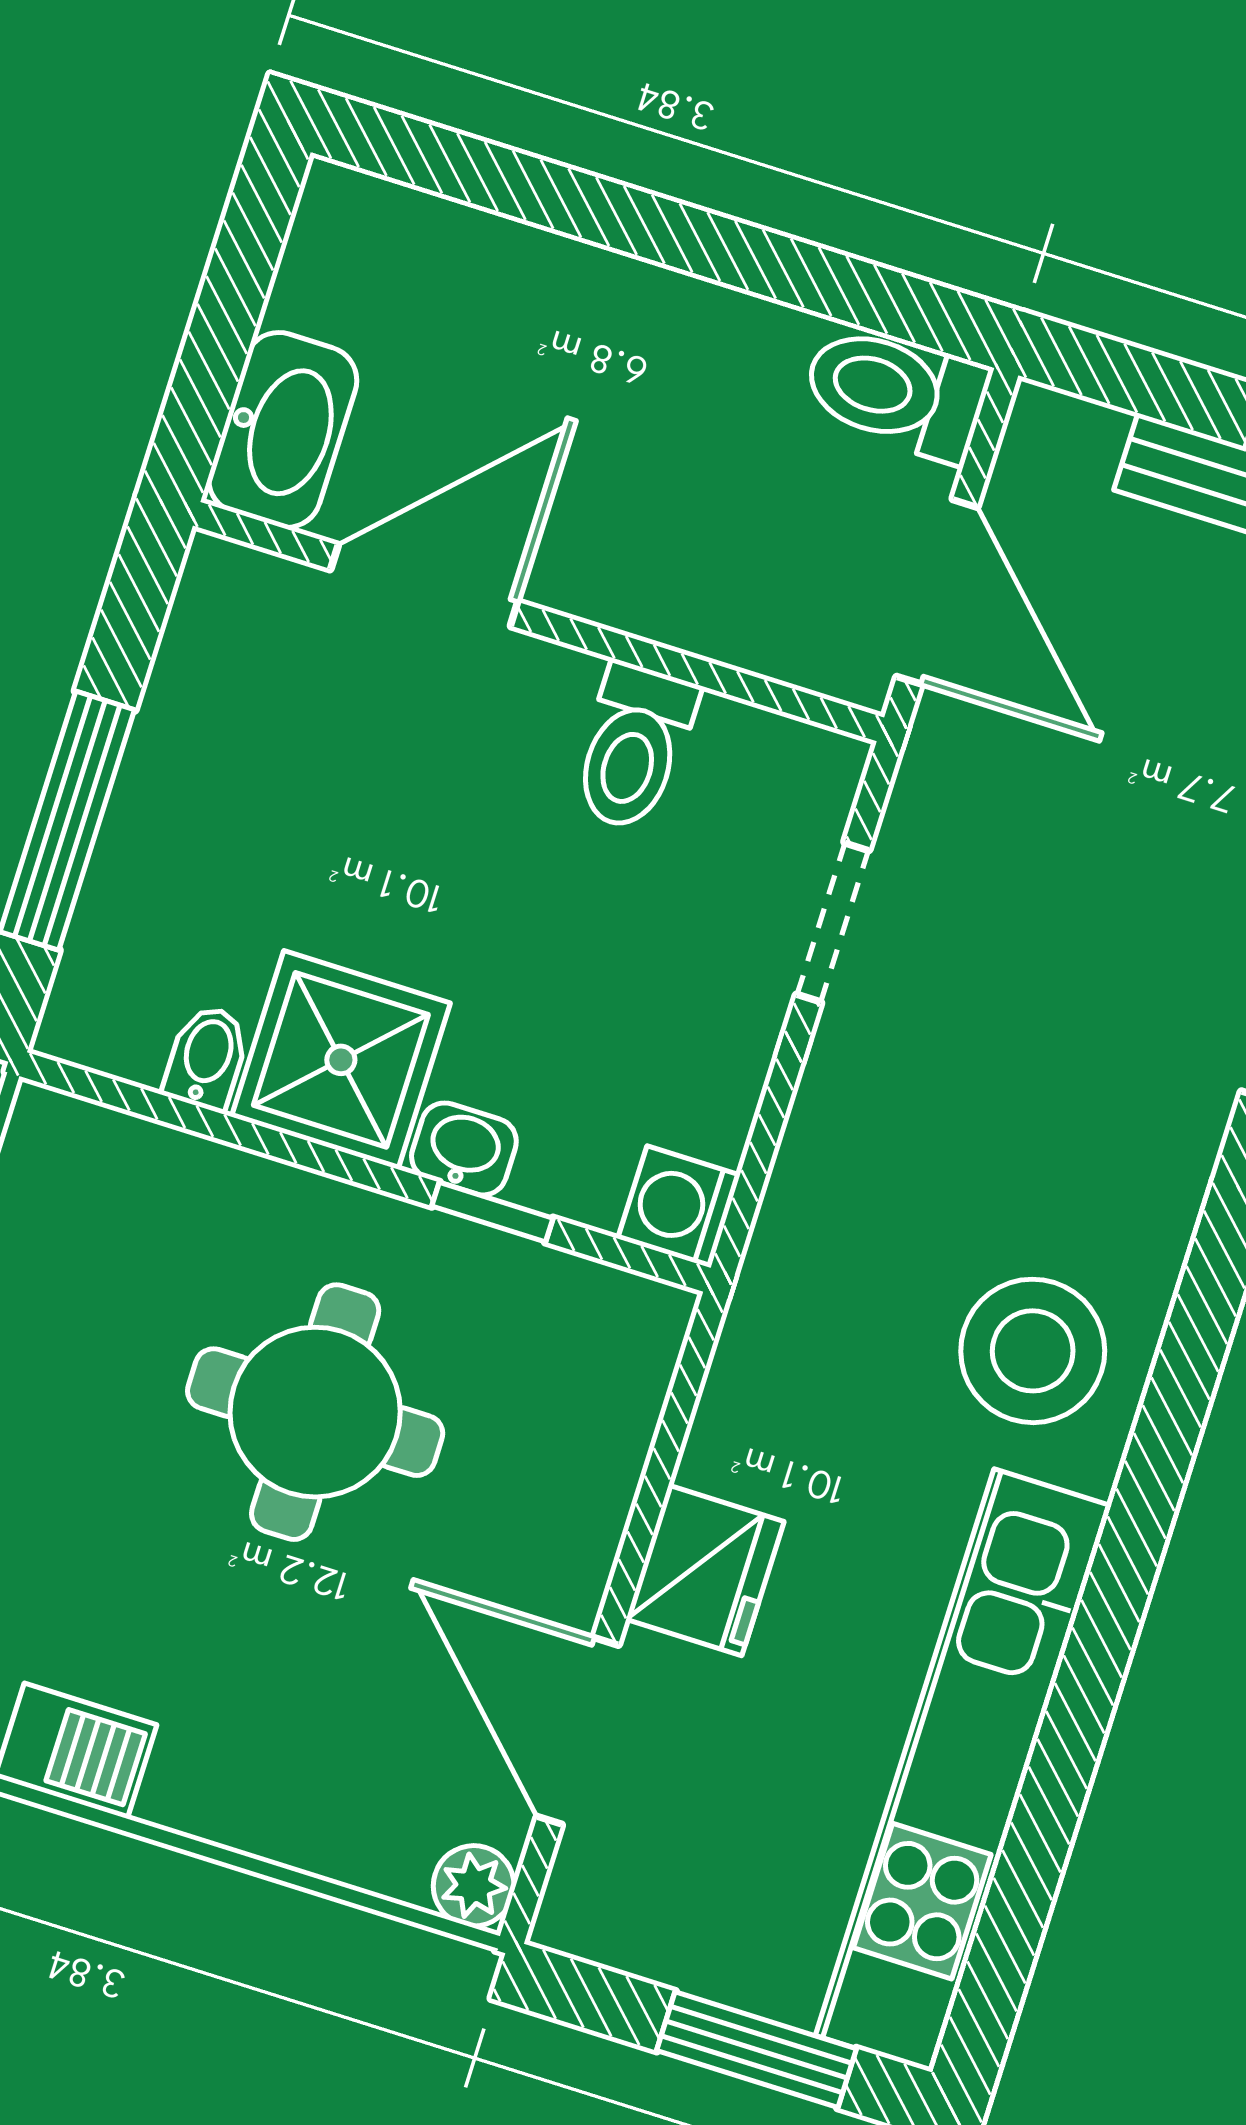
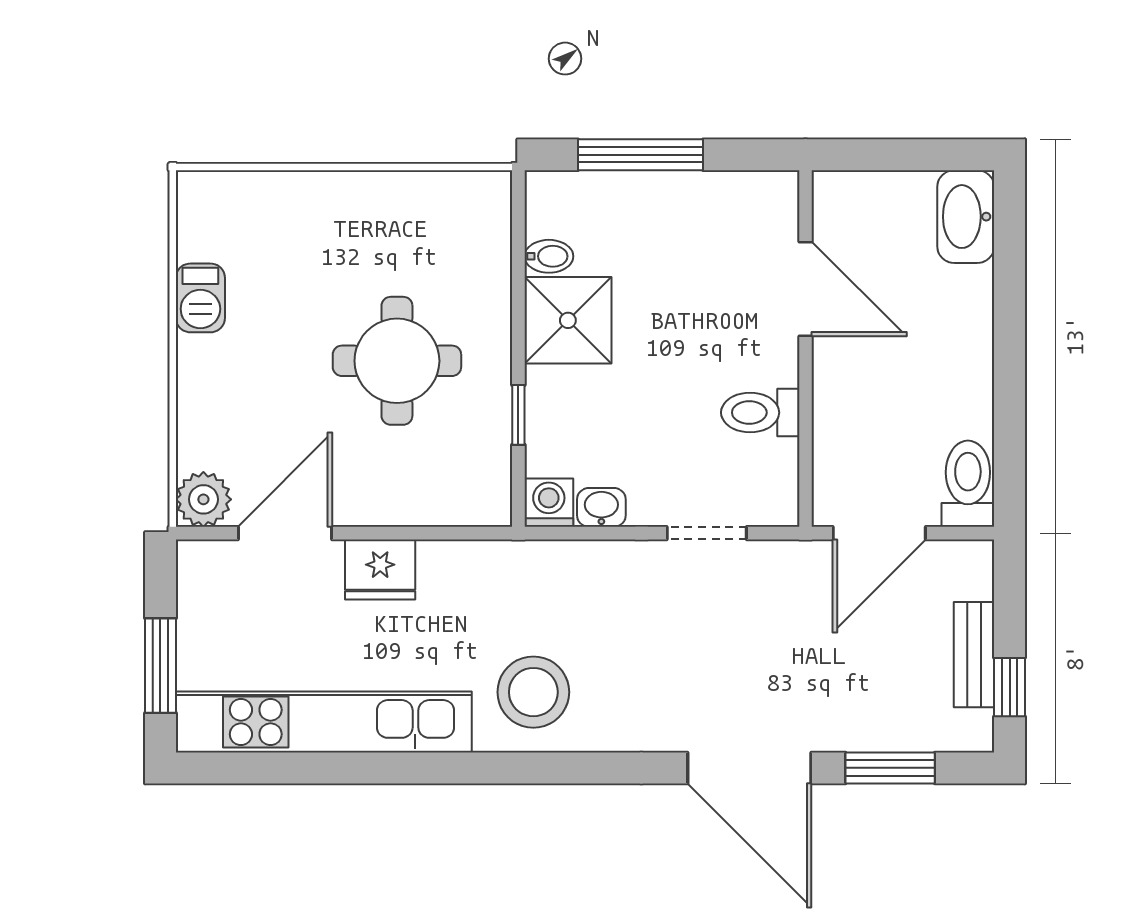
washbasin: (283, 430) -> (966, 217), moved, turned 90
washbasin: (464, 1149) -> (601, 507), moved, turned -90
plant: (474, 1886) -> (203, 499), width x1.38, depth x1.38

